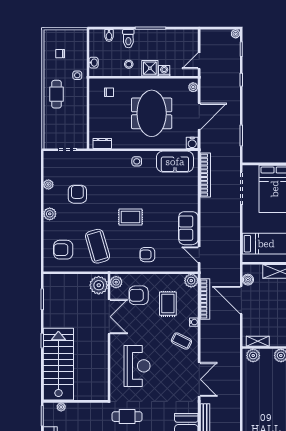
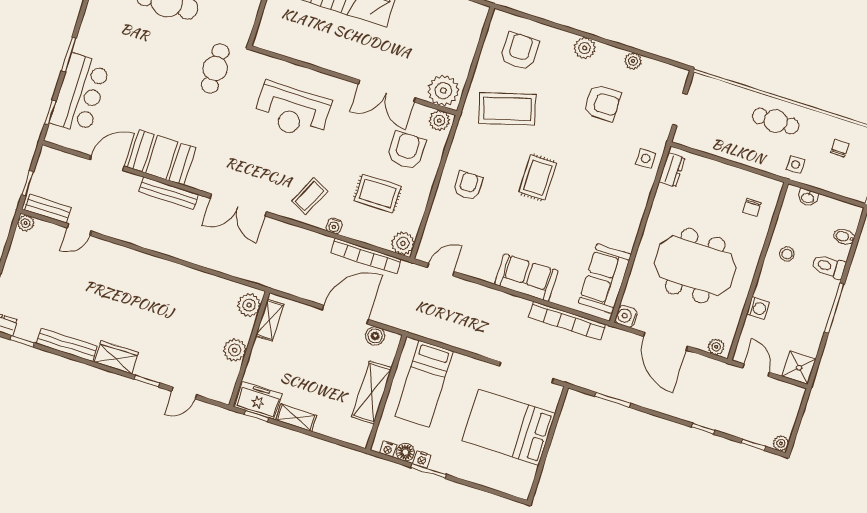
shower: (150, 68) -> (799, 368), moved
side table: (137, 161) -> (646, 158), moved
sofa: (188, 228) -> (526, 278), moved

